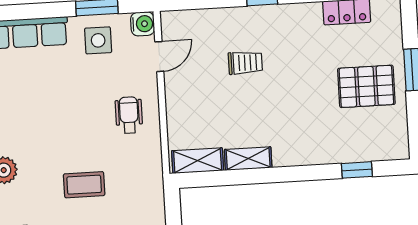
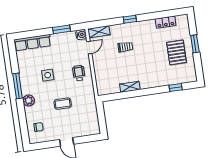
side table: (98, 40) -> (48, 75), moved
pallet: (366, 86) -> (177, 52), turned 90
shelving: (198, 161) -> (99, 32), moved

